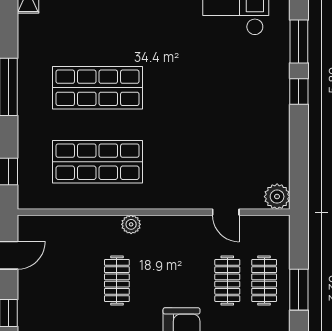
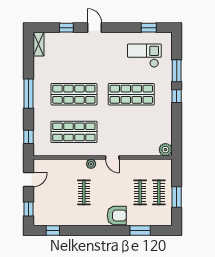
shop shelf: (210, 88) -> (131, 94), added
door: (226, 212) -> (112, 158), moved

